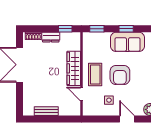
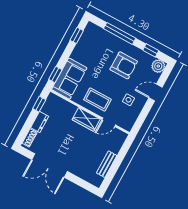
window: (126, 29) -> (77, 35), moved
sofa: (127, 42) -> (69, 79), moved
wardrobe: (74, 68) -> (86, 119), width x0.67
armchair: (120, 75) -> (124, 65), moved

